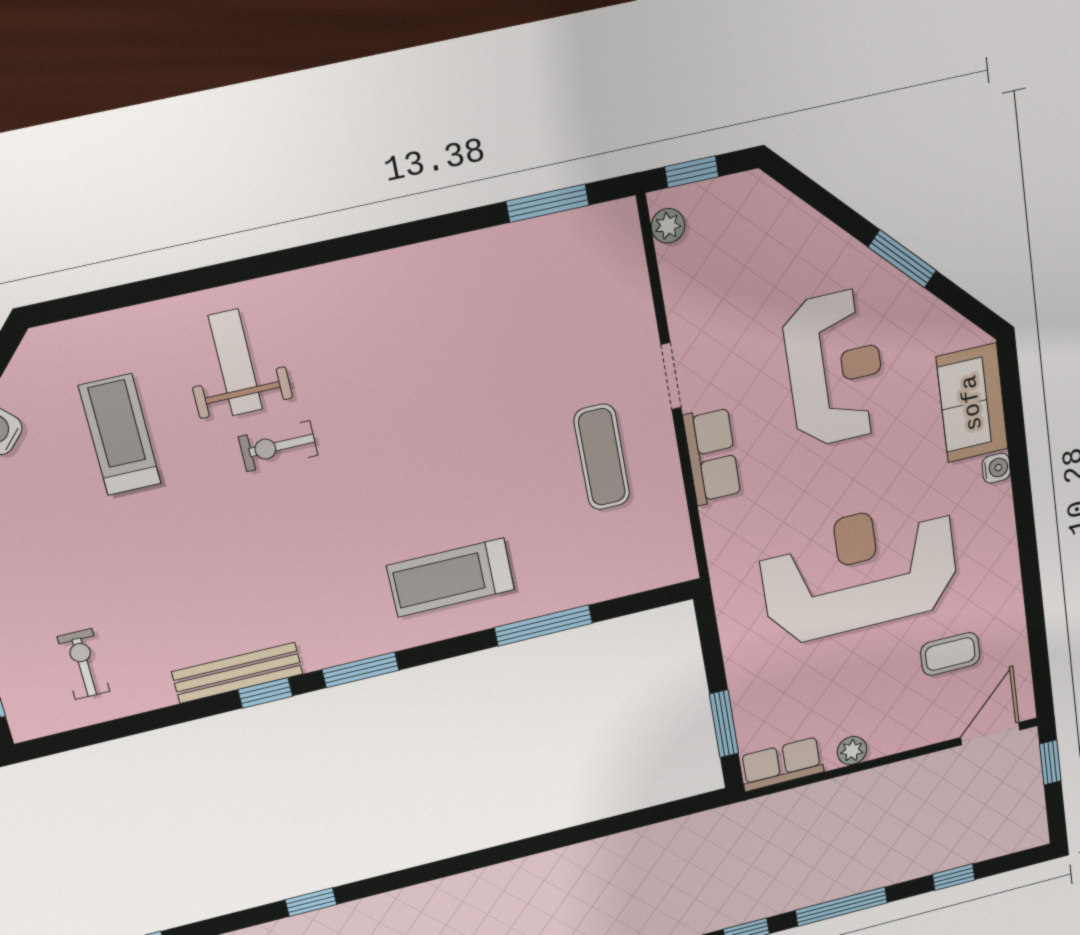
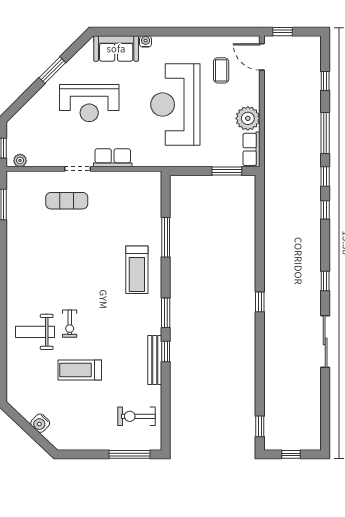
reception desk: (835, 368) -> (89, 103), turned 180
treadmill: (120, 435) -> (80, 370), moved
exercise mat: (602, 457) -> (67, 201), moved
exercise bike: (83, 664) -> (136, 416), width x1.38, depth x1.39
plant: (852, 751) -> (248, 118), width x1.87, depth x1.87
window: (311, 902) -> (260, 302), moved

